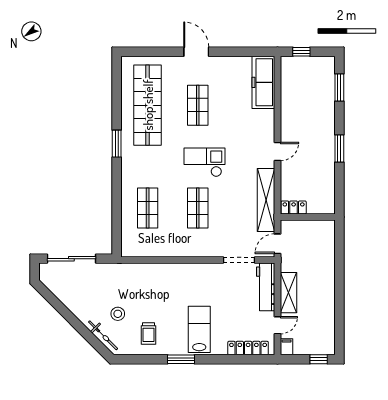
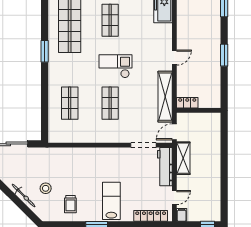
shelving: (289, 293) -> (183, 158), moved
bicycle: (103, 335) -> (24, 196), moved

